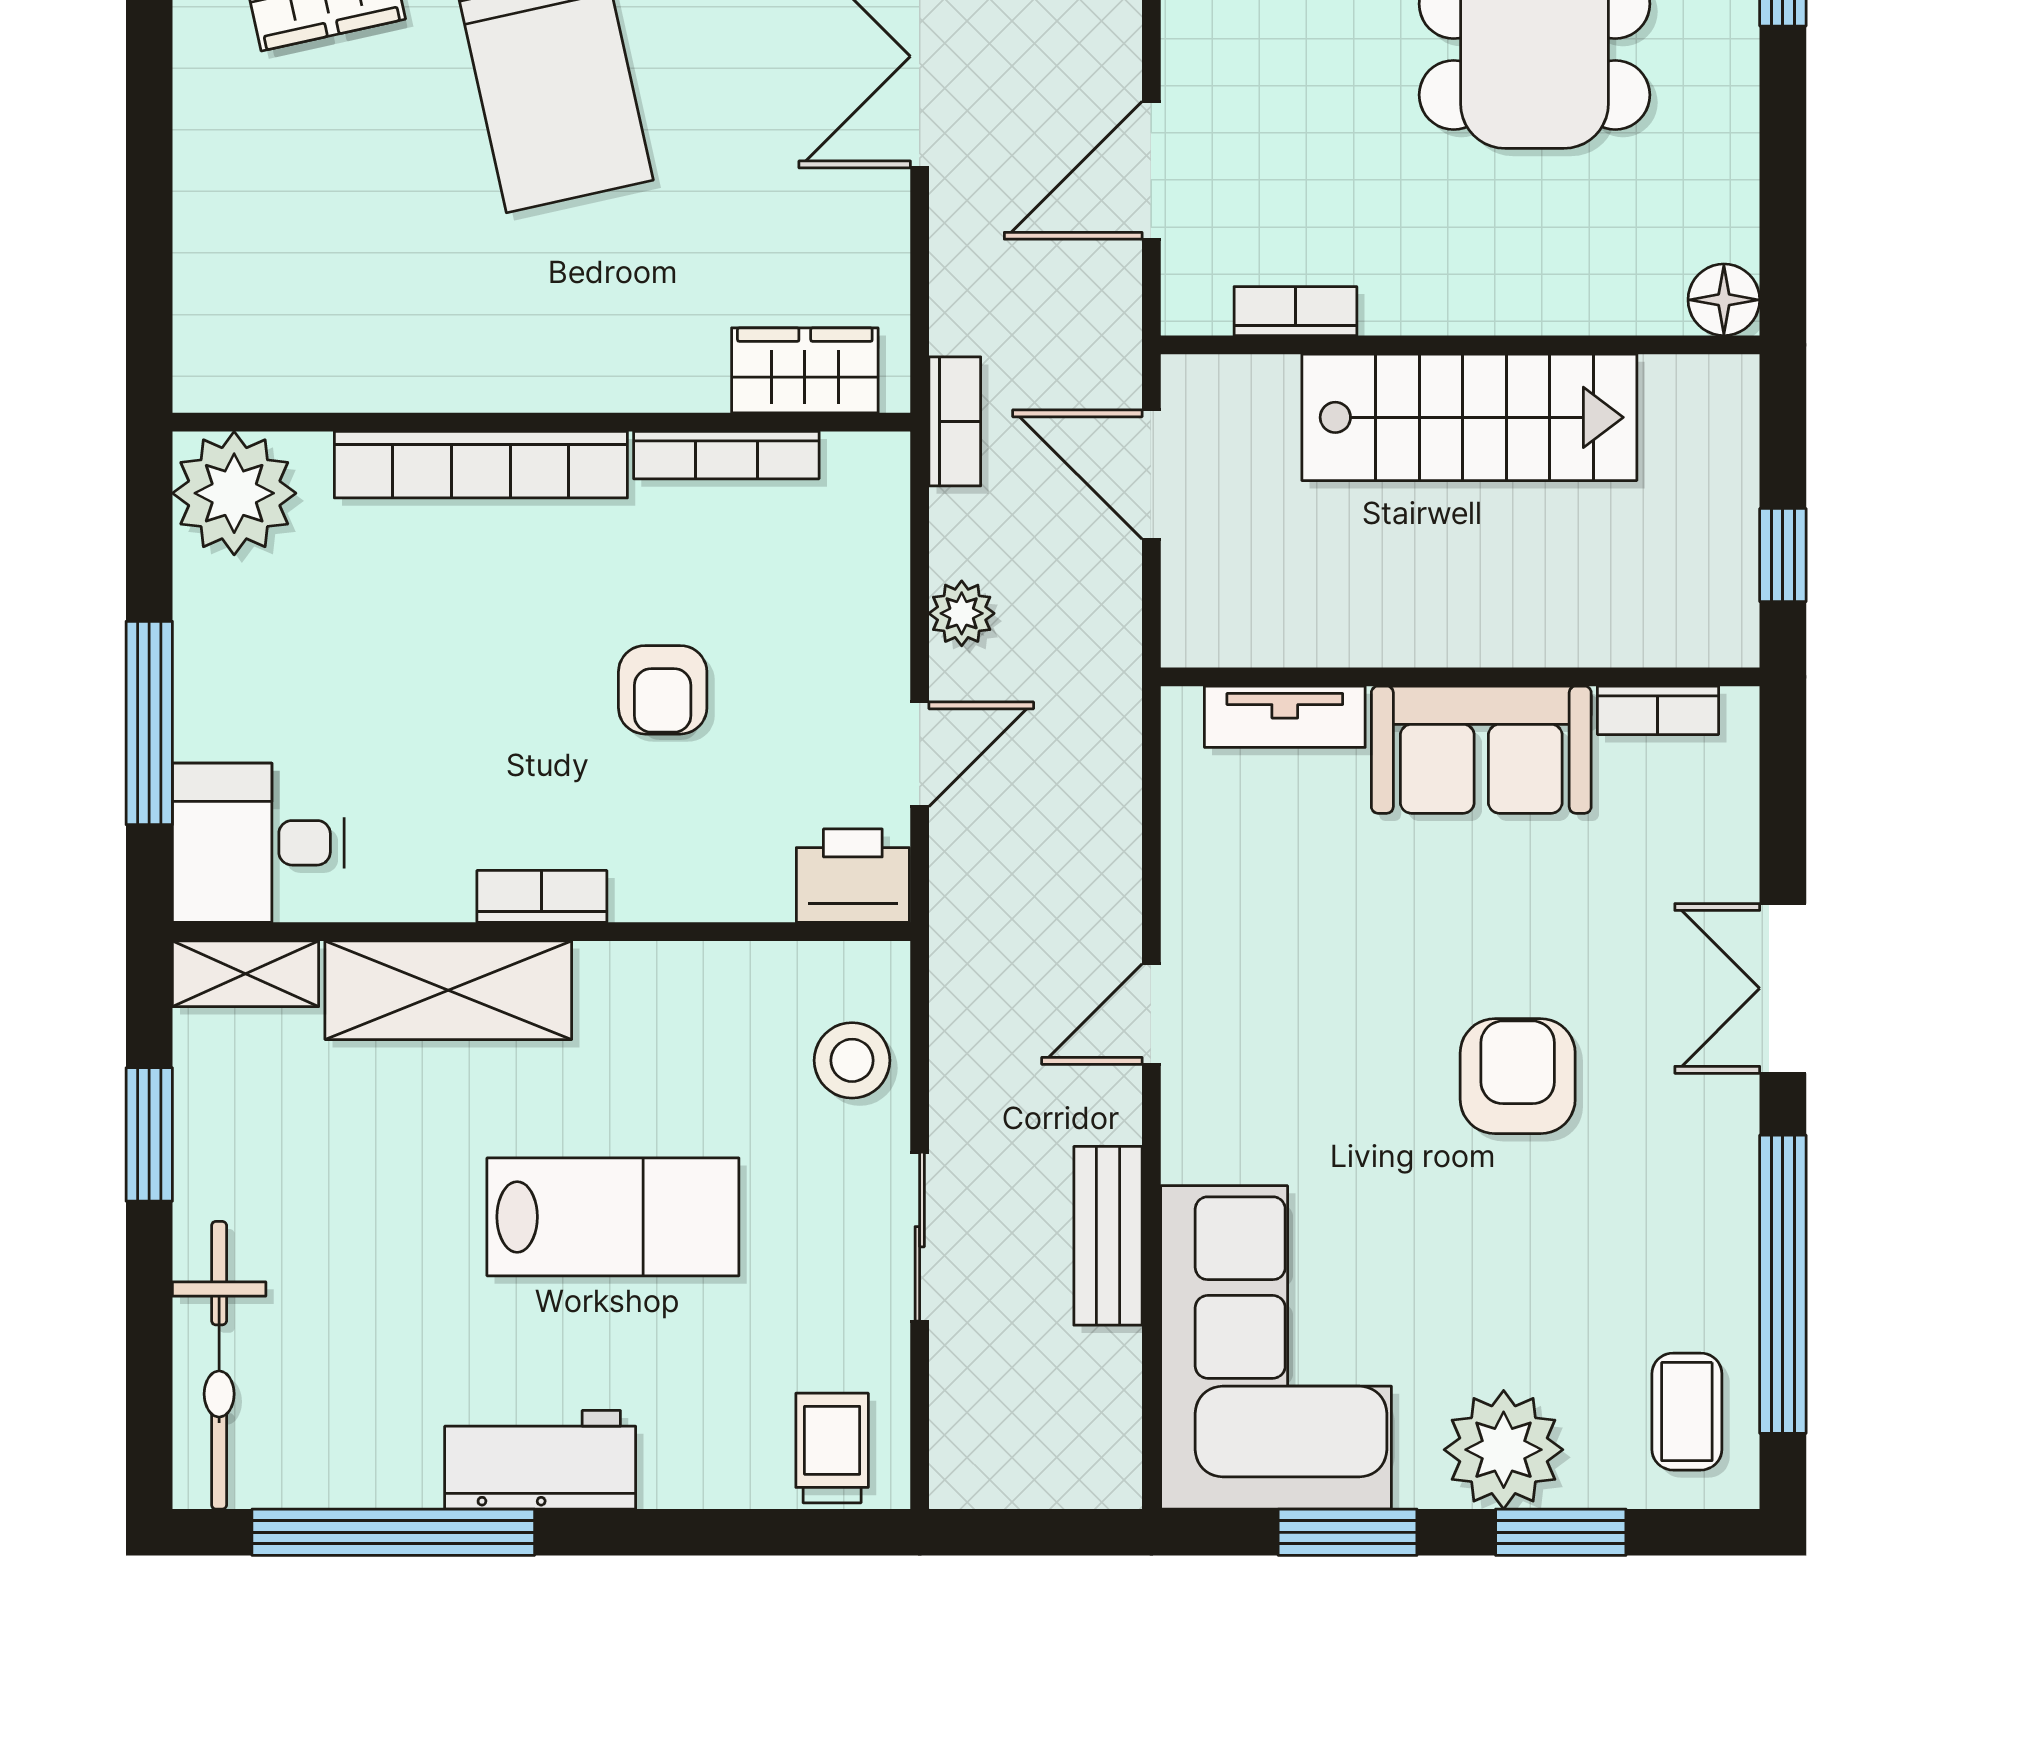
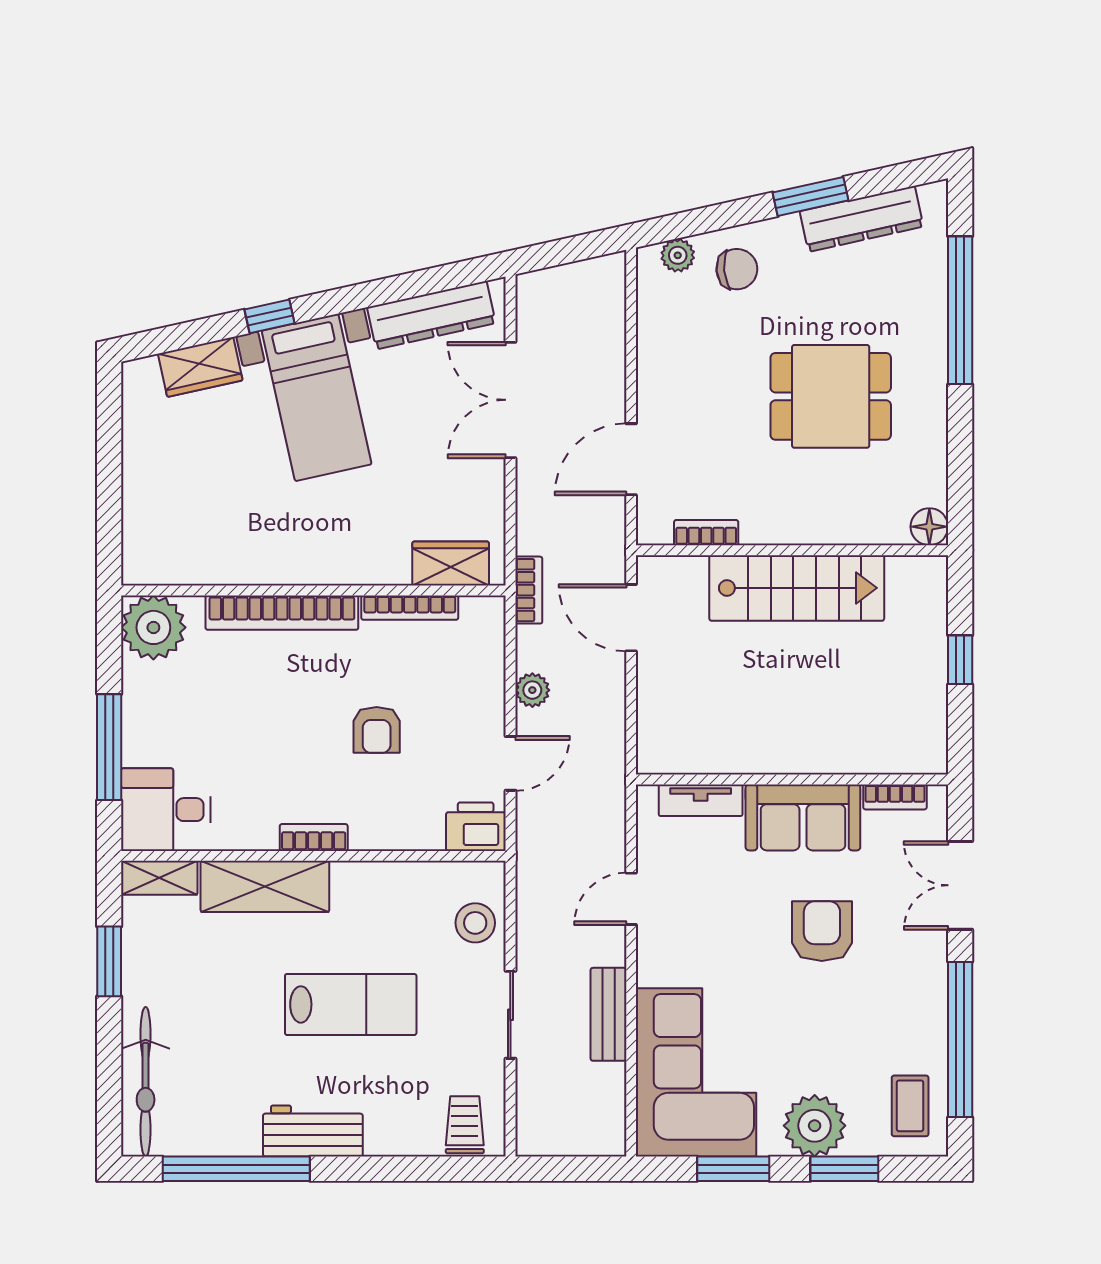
wall: (1460, 677) -> (792, 779), moved
bookcase: (1658, 710) -> (895, 797), moved
tv unit: (1285, 717) -> (701, 800), moved
sofa: (1481, 750) -> (803, 817), moved

